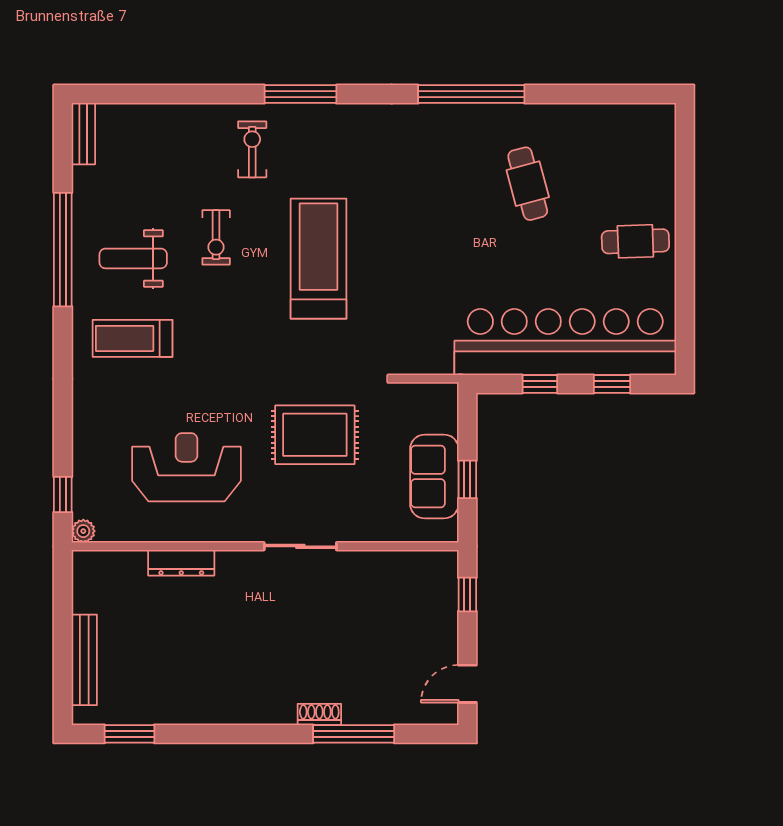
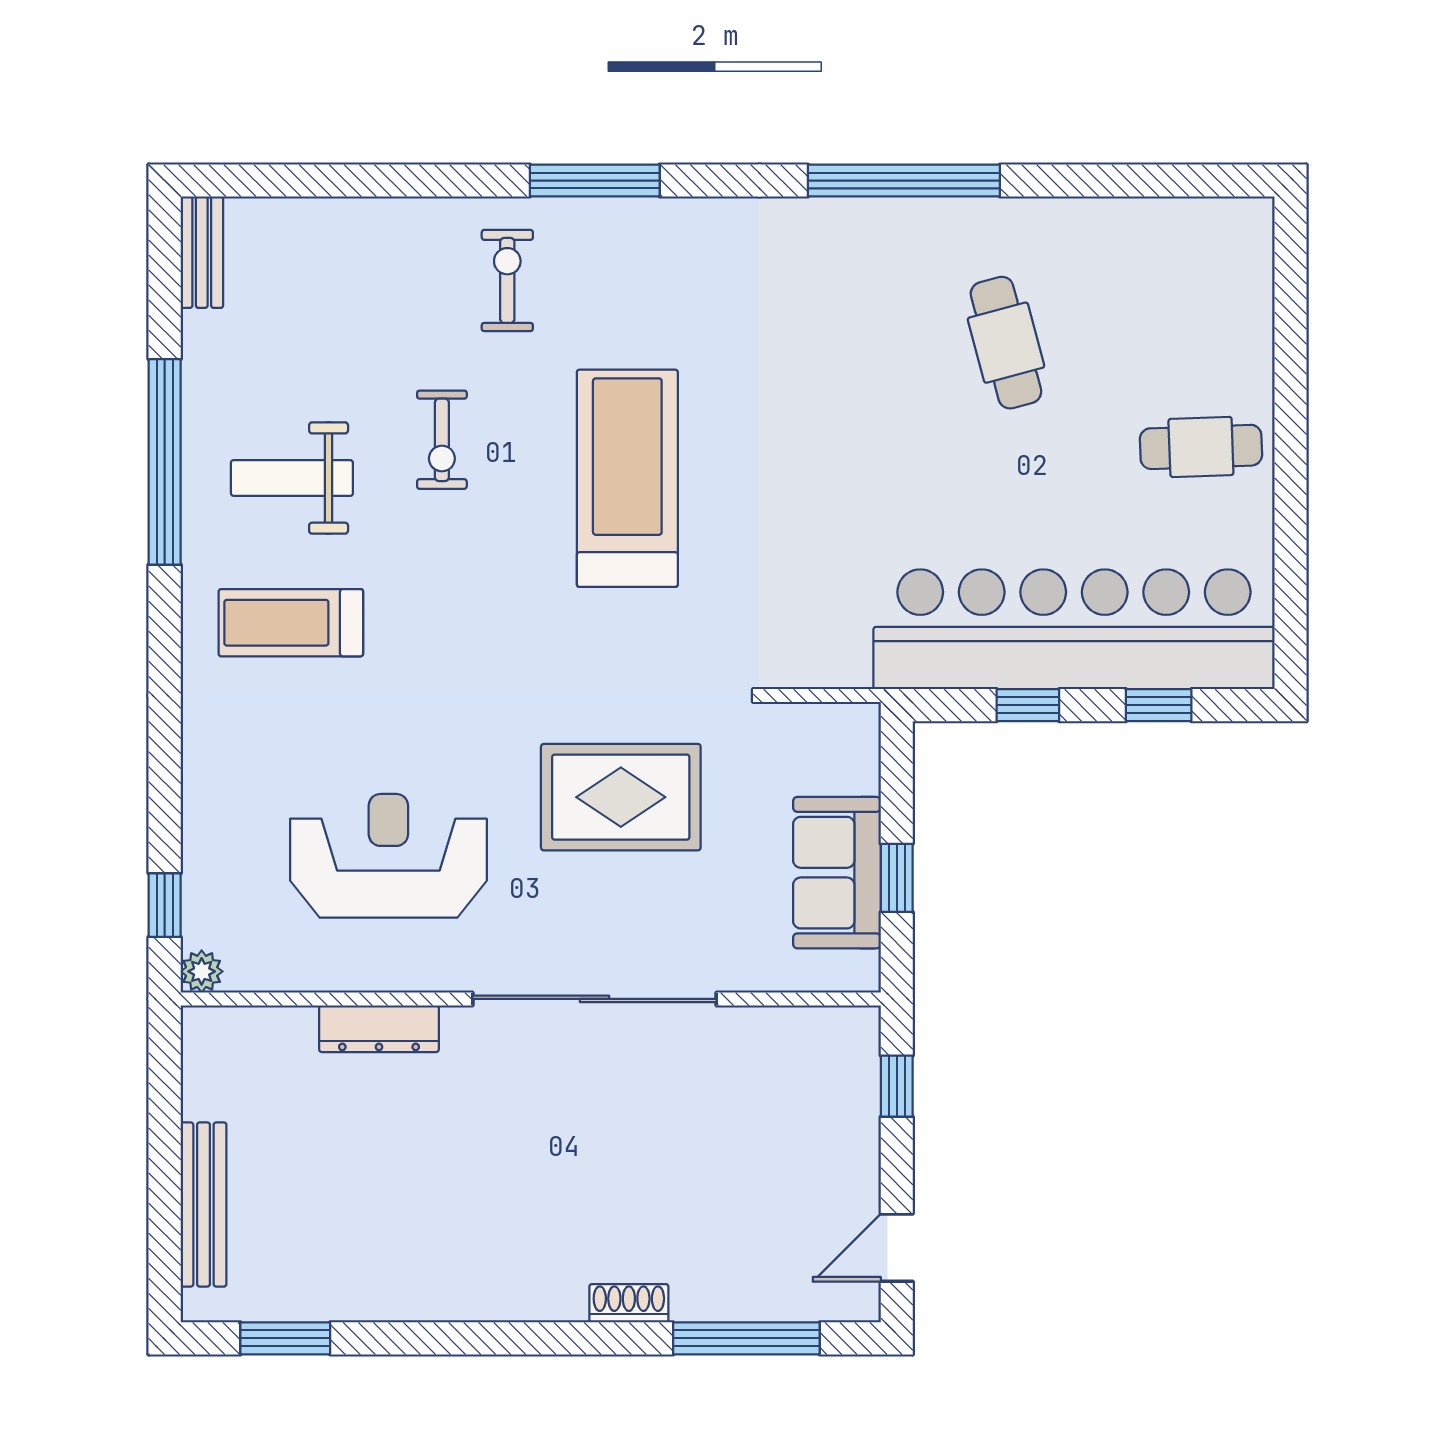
sliding door: (300, 546) -> (594, 999), width x1.86
window: (354, 734) -> (746, 1338), moved

